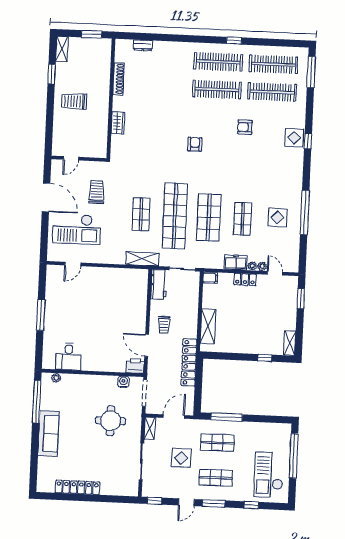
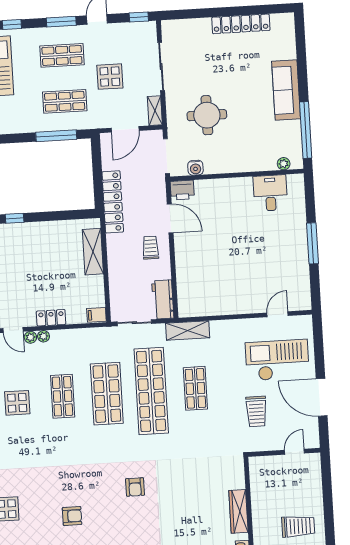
wardrobe: (118, 123) -> (238, 511), width x1.50
freezer: (236, 262) -> (65, 339), removed

